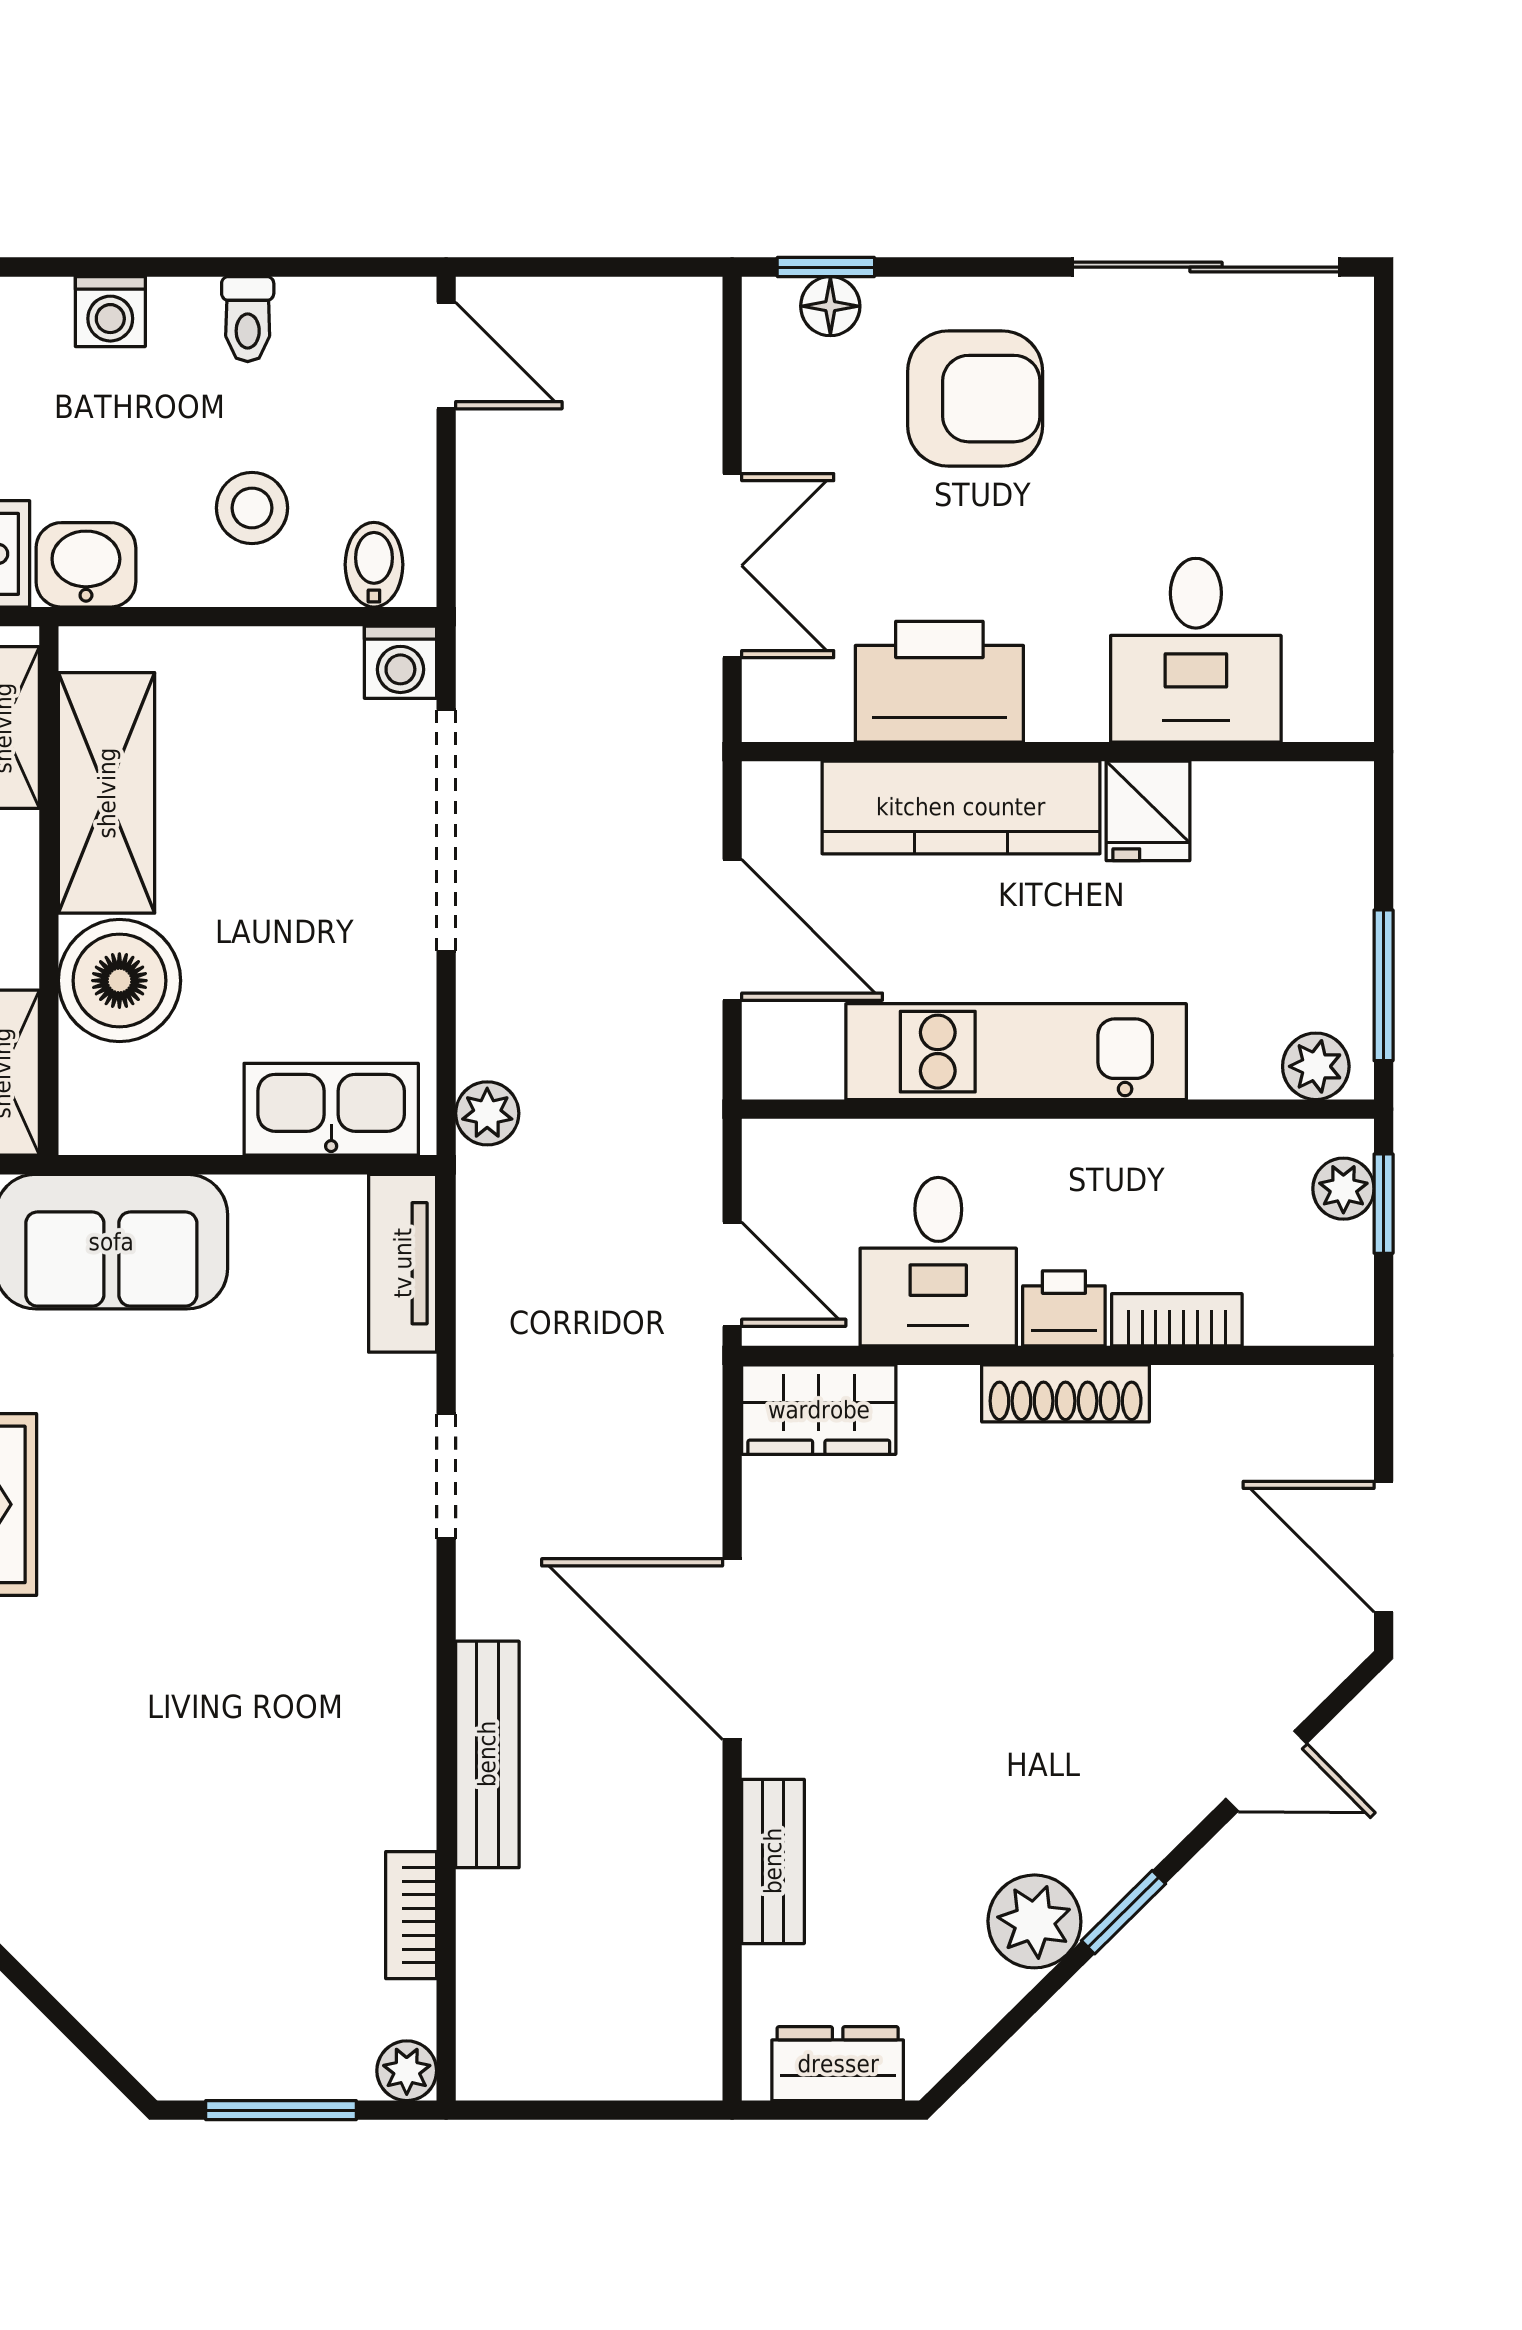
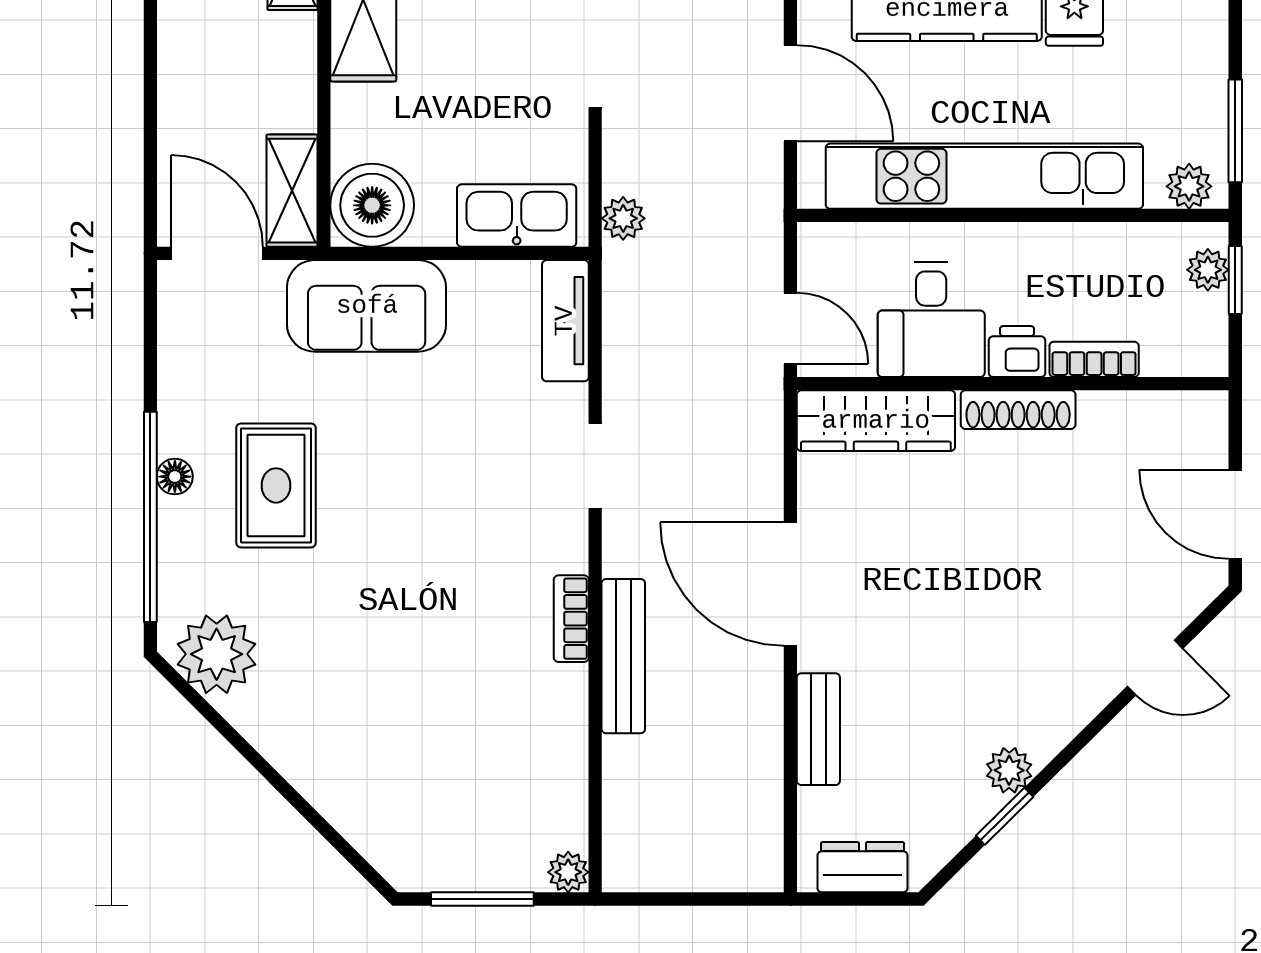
boiler: (119, 981) -> (372, 205), moved
kitchen unit: (1016, 1052) -> (984, 176), width x1.36
wardrobe: (819, 1410) -> (876, 421), width x1.50
window: (1123, 1912) -> (1005, 816), moved
bookcase: (411, 1915) -> (571, 619), moved
plant: (1034, 1921) -> (1009, 770), width x0.73, depth x0.73

